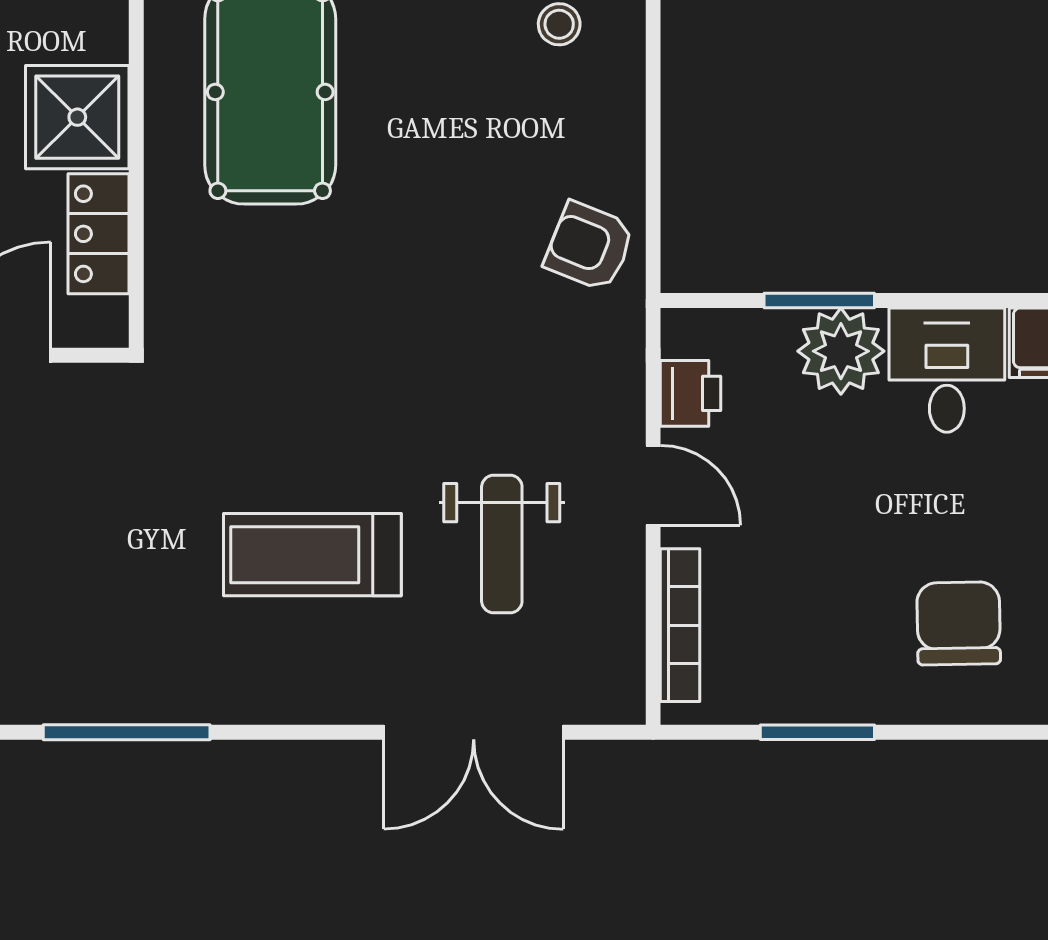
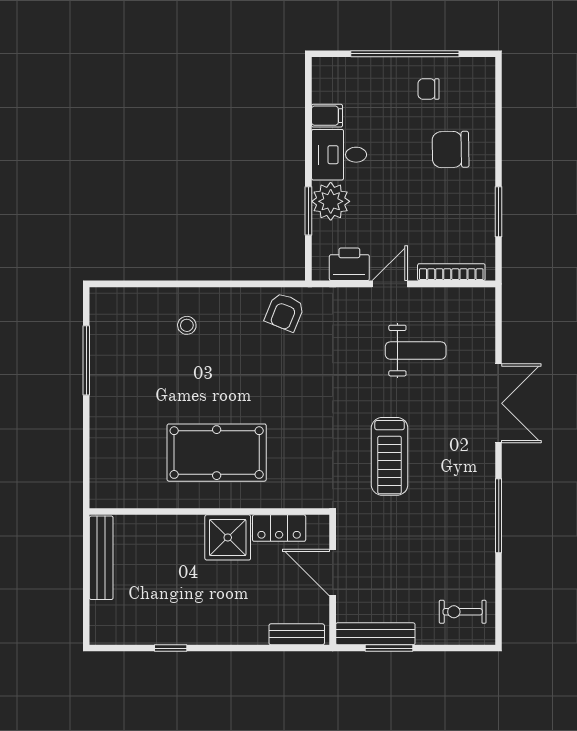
printer: (690, 393) -> (349, 264), width x1.36, depth x1.24
treadmill: (312, 555) -> (390, 456), moved
double door: (474, 732) -> (499, 403), moved

